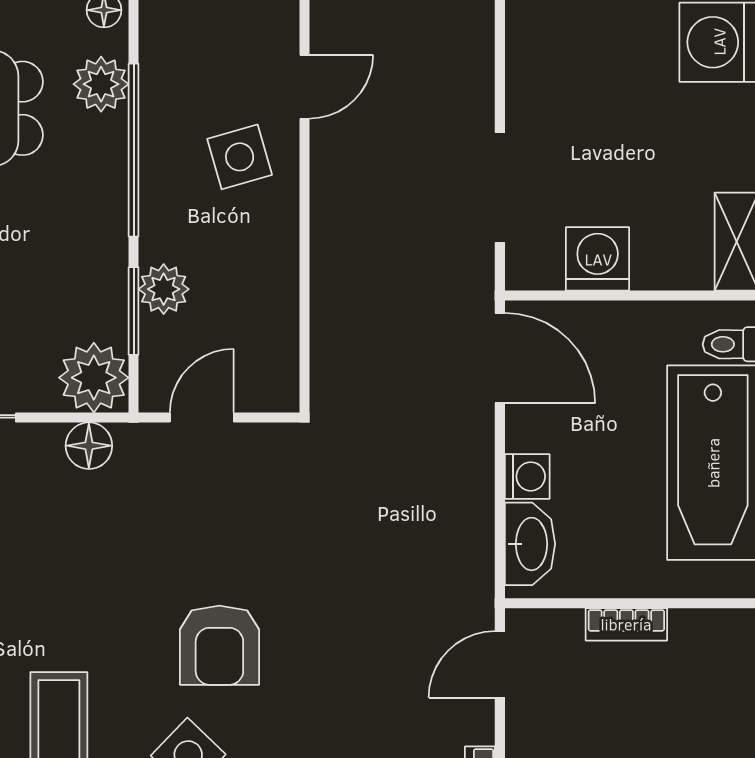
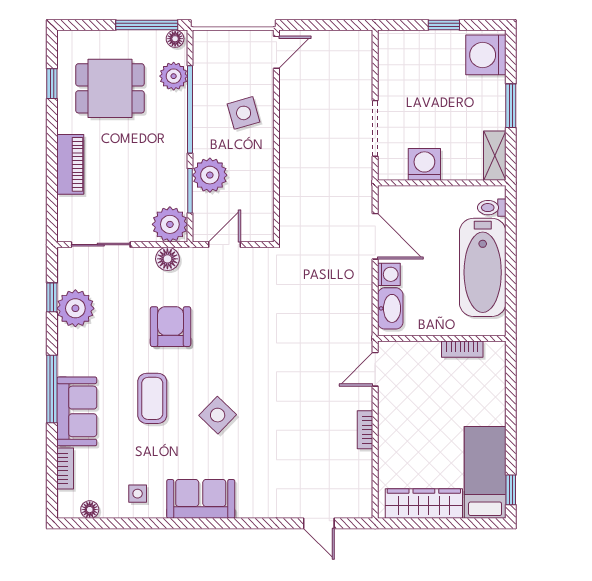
door: (305, 87) -> (276, 52), moved
plant: (164, 289) -> (210, 175), width x1.36, depth x1.36
door: (500, 358) -> (375, 236), moved
bookcase: (626, 624) -> (462, 349), moved
armchair: (219, 645) -> (171, 327), moved, turned 180

